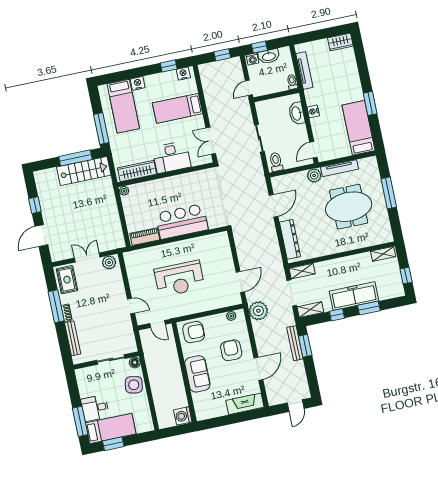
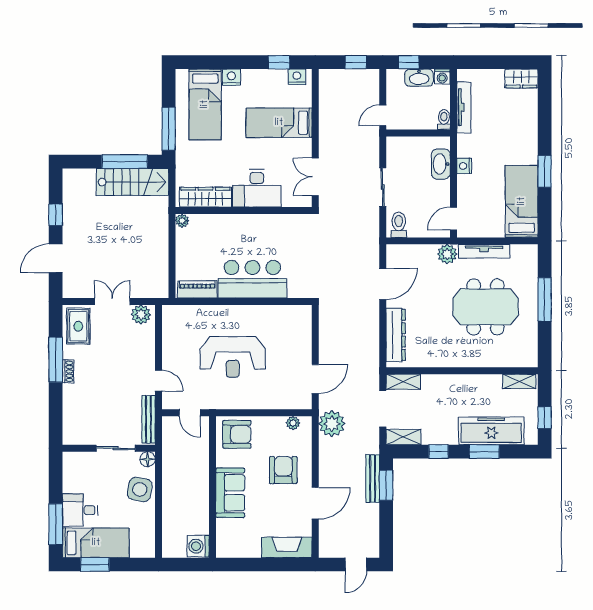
washing machine: (252, 59) -> (442, 77), moved
freezer: (354, 296) -> (491, 431), moved
bench: (73, 338) -> (148, 419), moved

